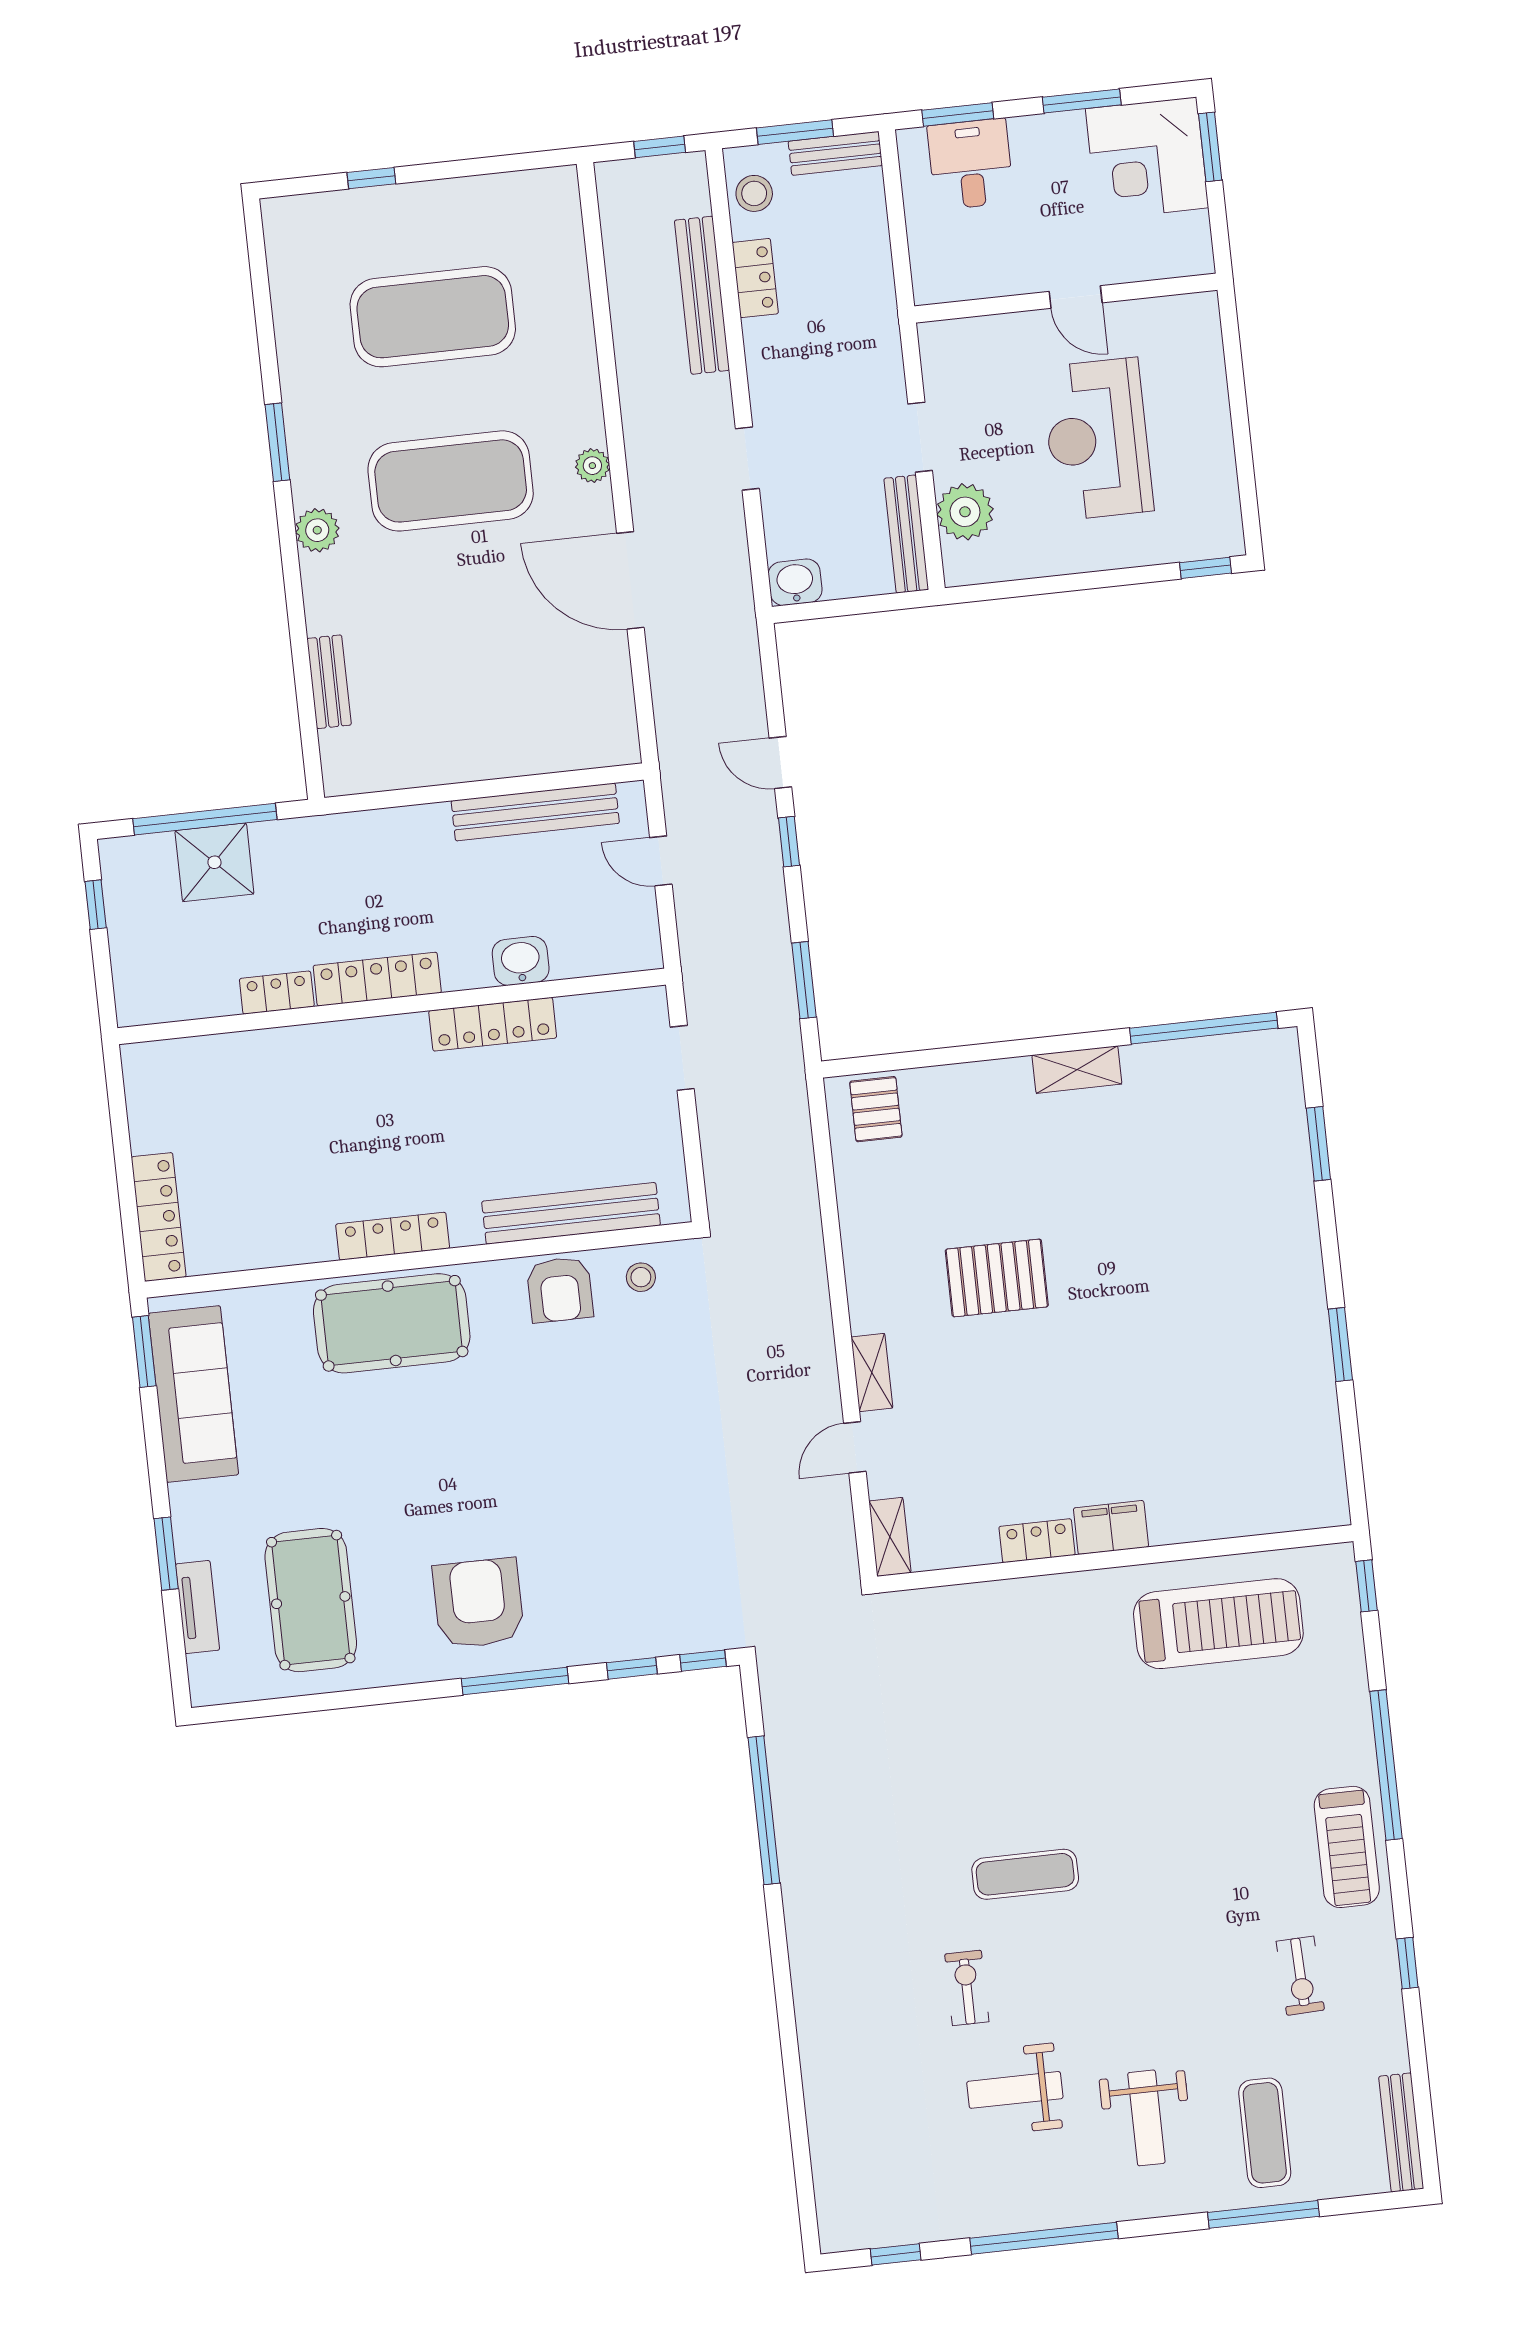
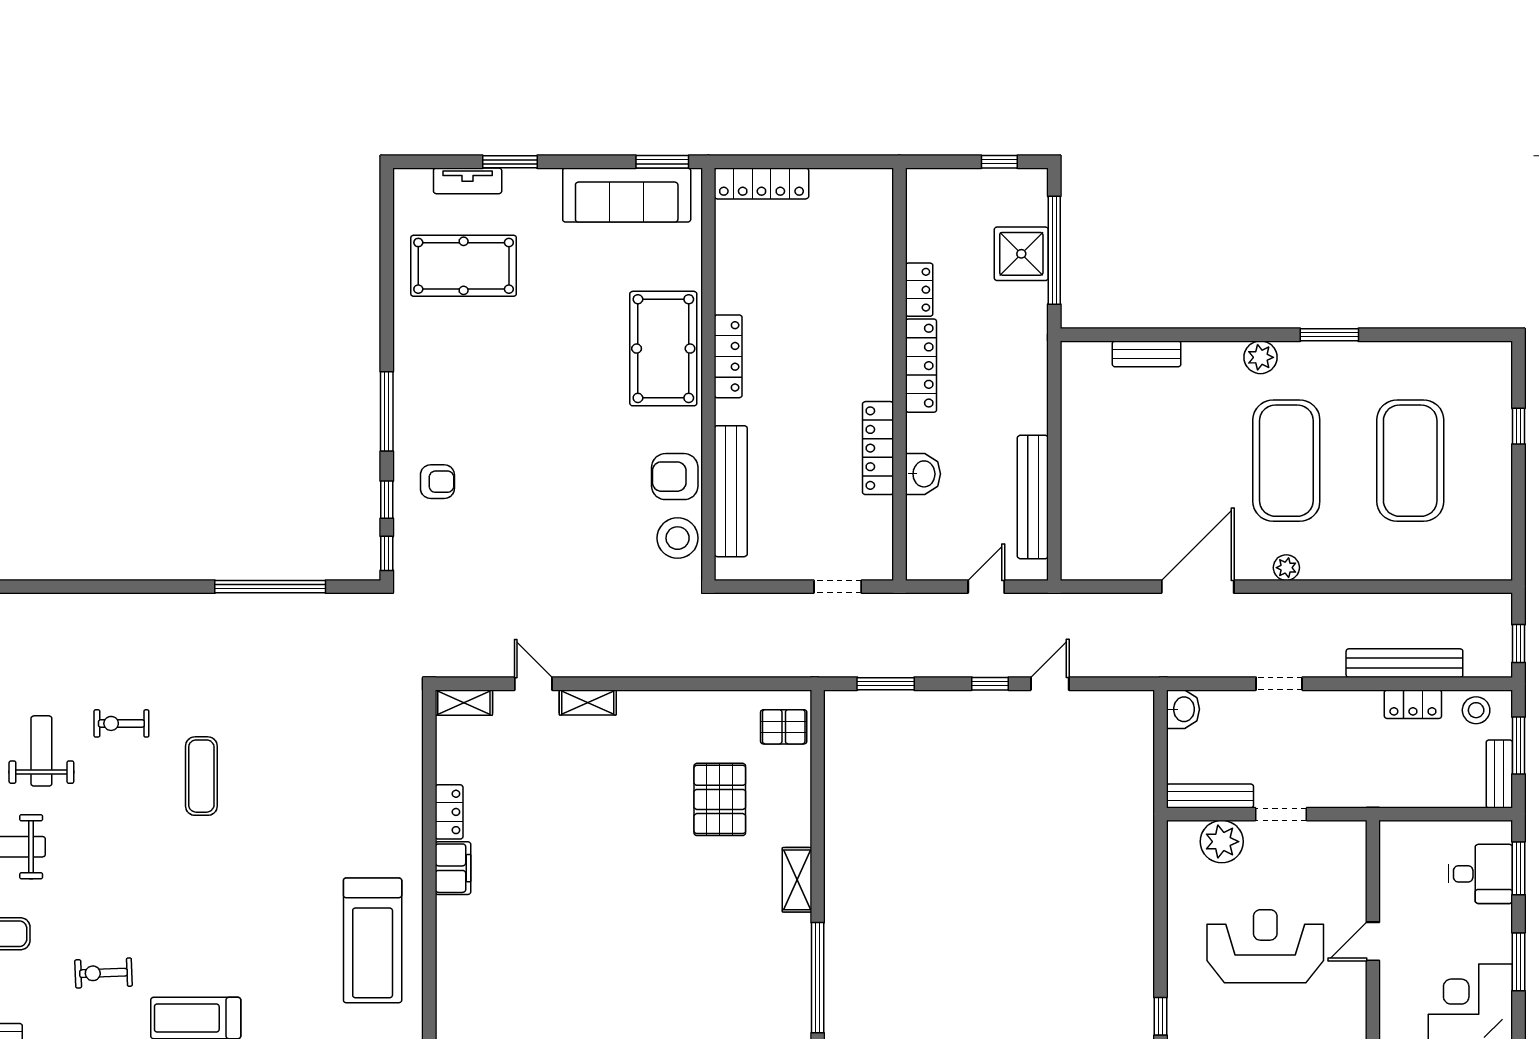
stool: (641, 1277) -> (678, 538), width x1.89, depth x1.89
pallet: (997, 1278) -> (720, 799), moved
armchair: (478, 1603) -> (437, 482), moved, width x0.53, depth x0.53
exercise bike: (967, 1988) -> (121, 723), turned 180

